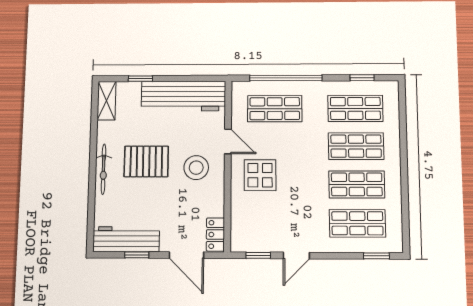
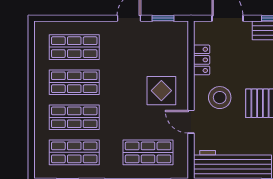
locker: (215, 234) -> (202, 60), moved
window: (376, 256) -> (58, 18), removed

